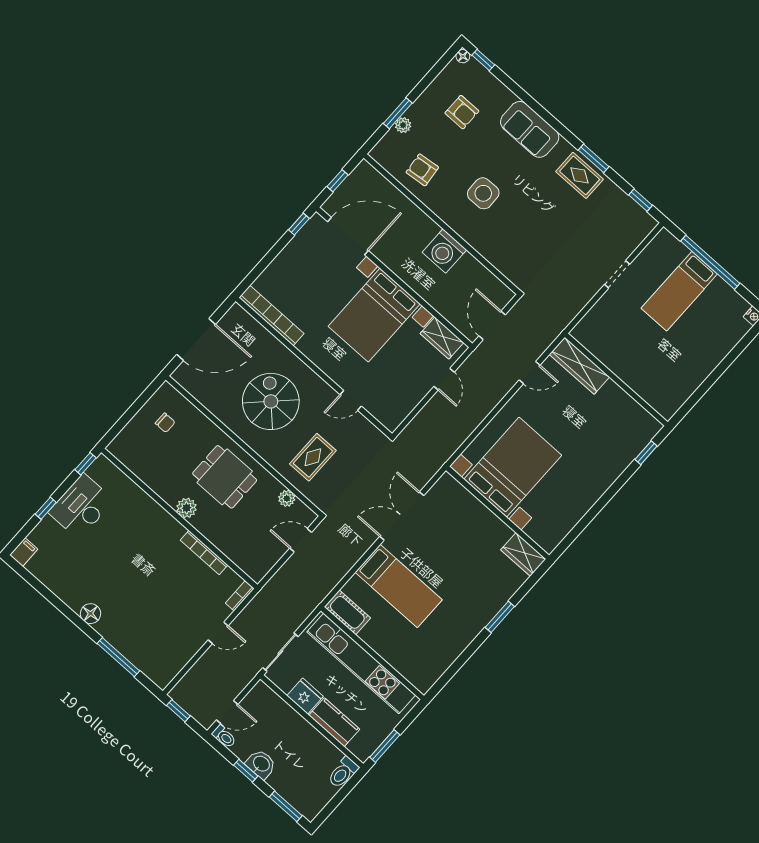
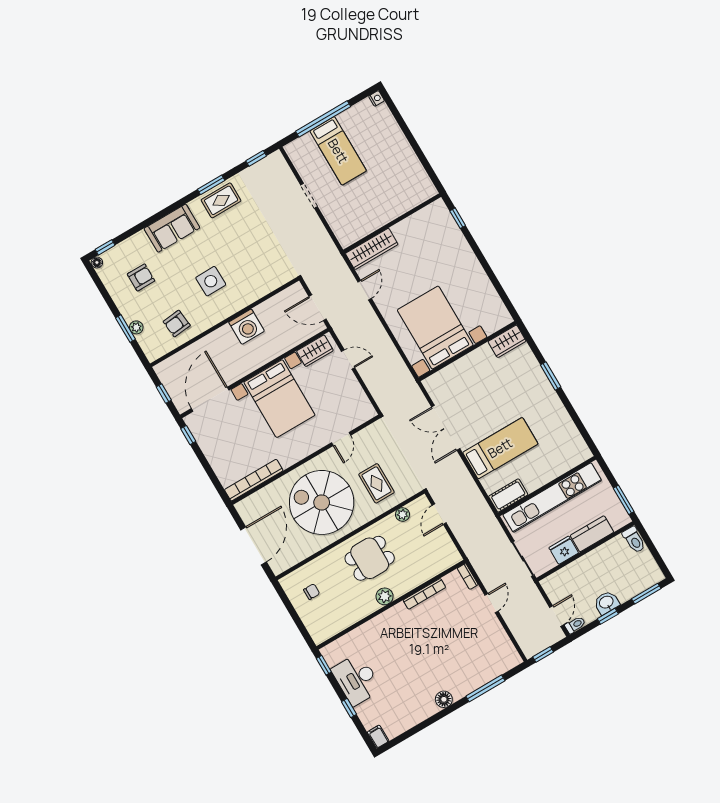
spiral stairs: (271, 401) -> (322, 502), width x1.37, depth x1.37

